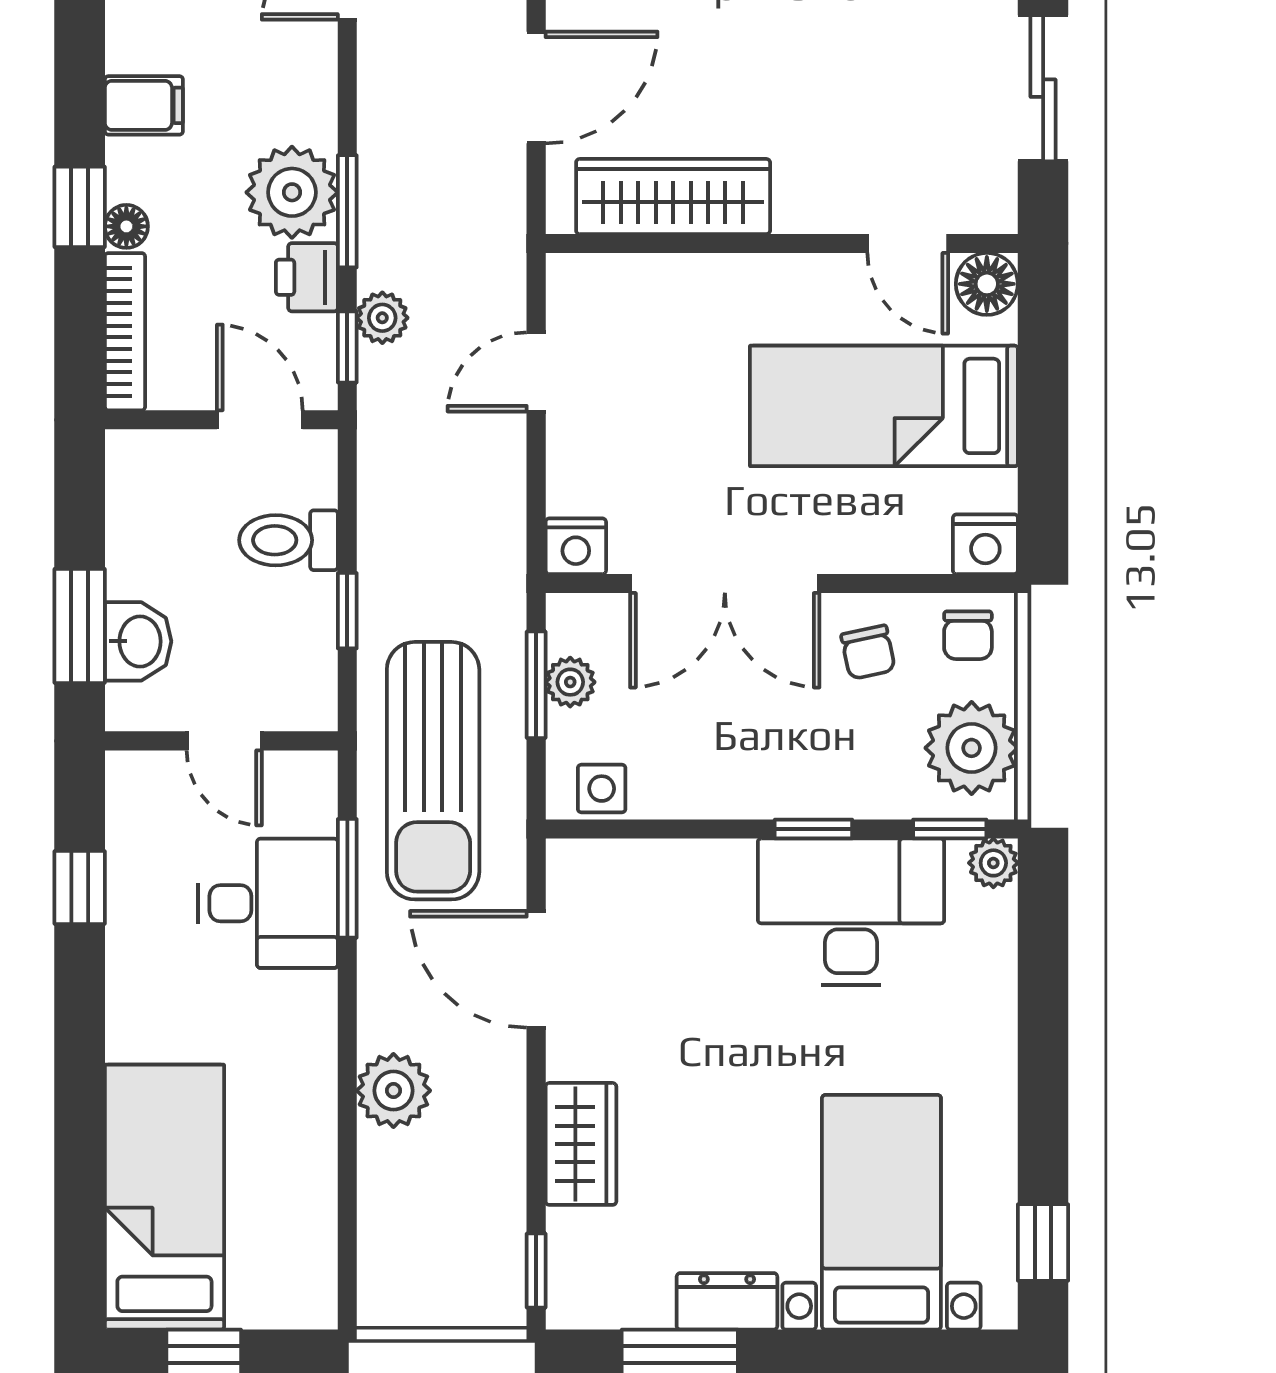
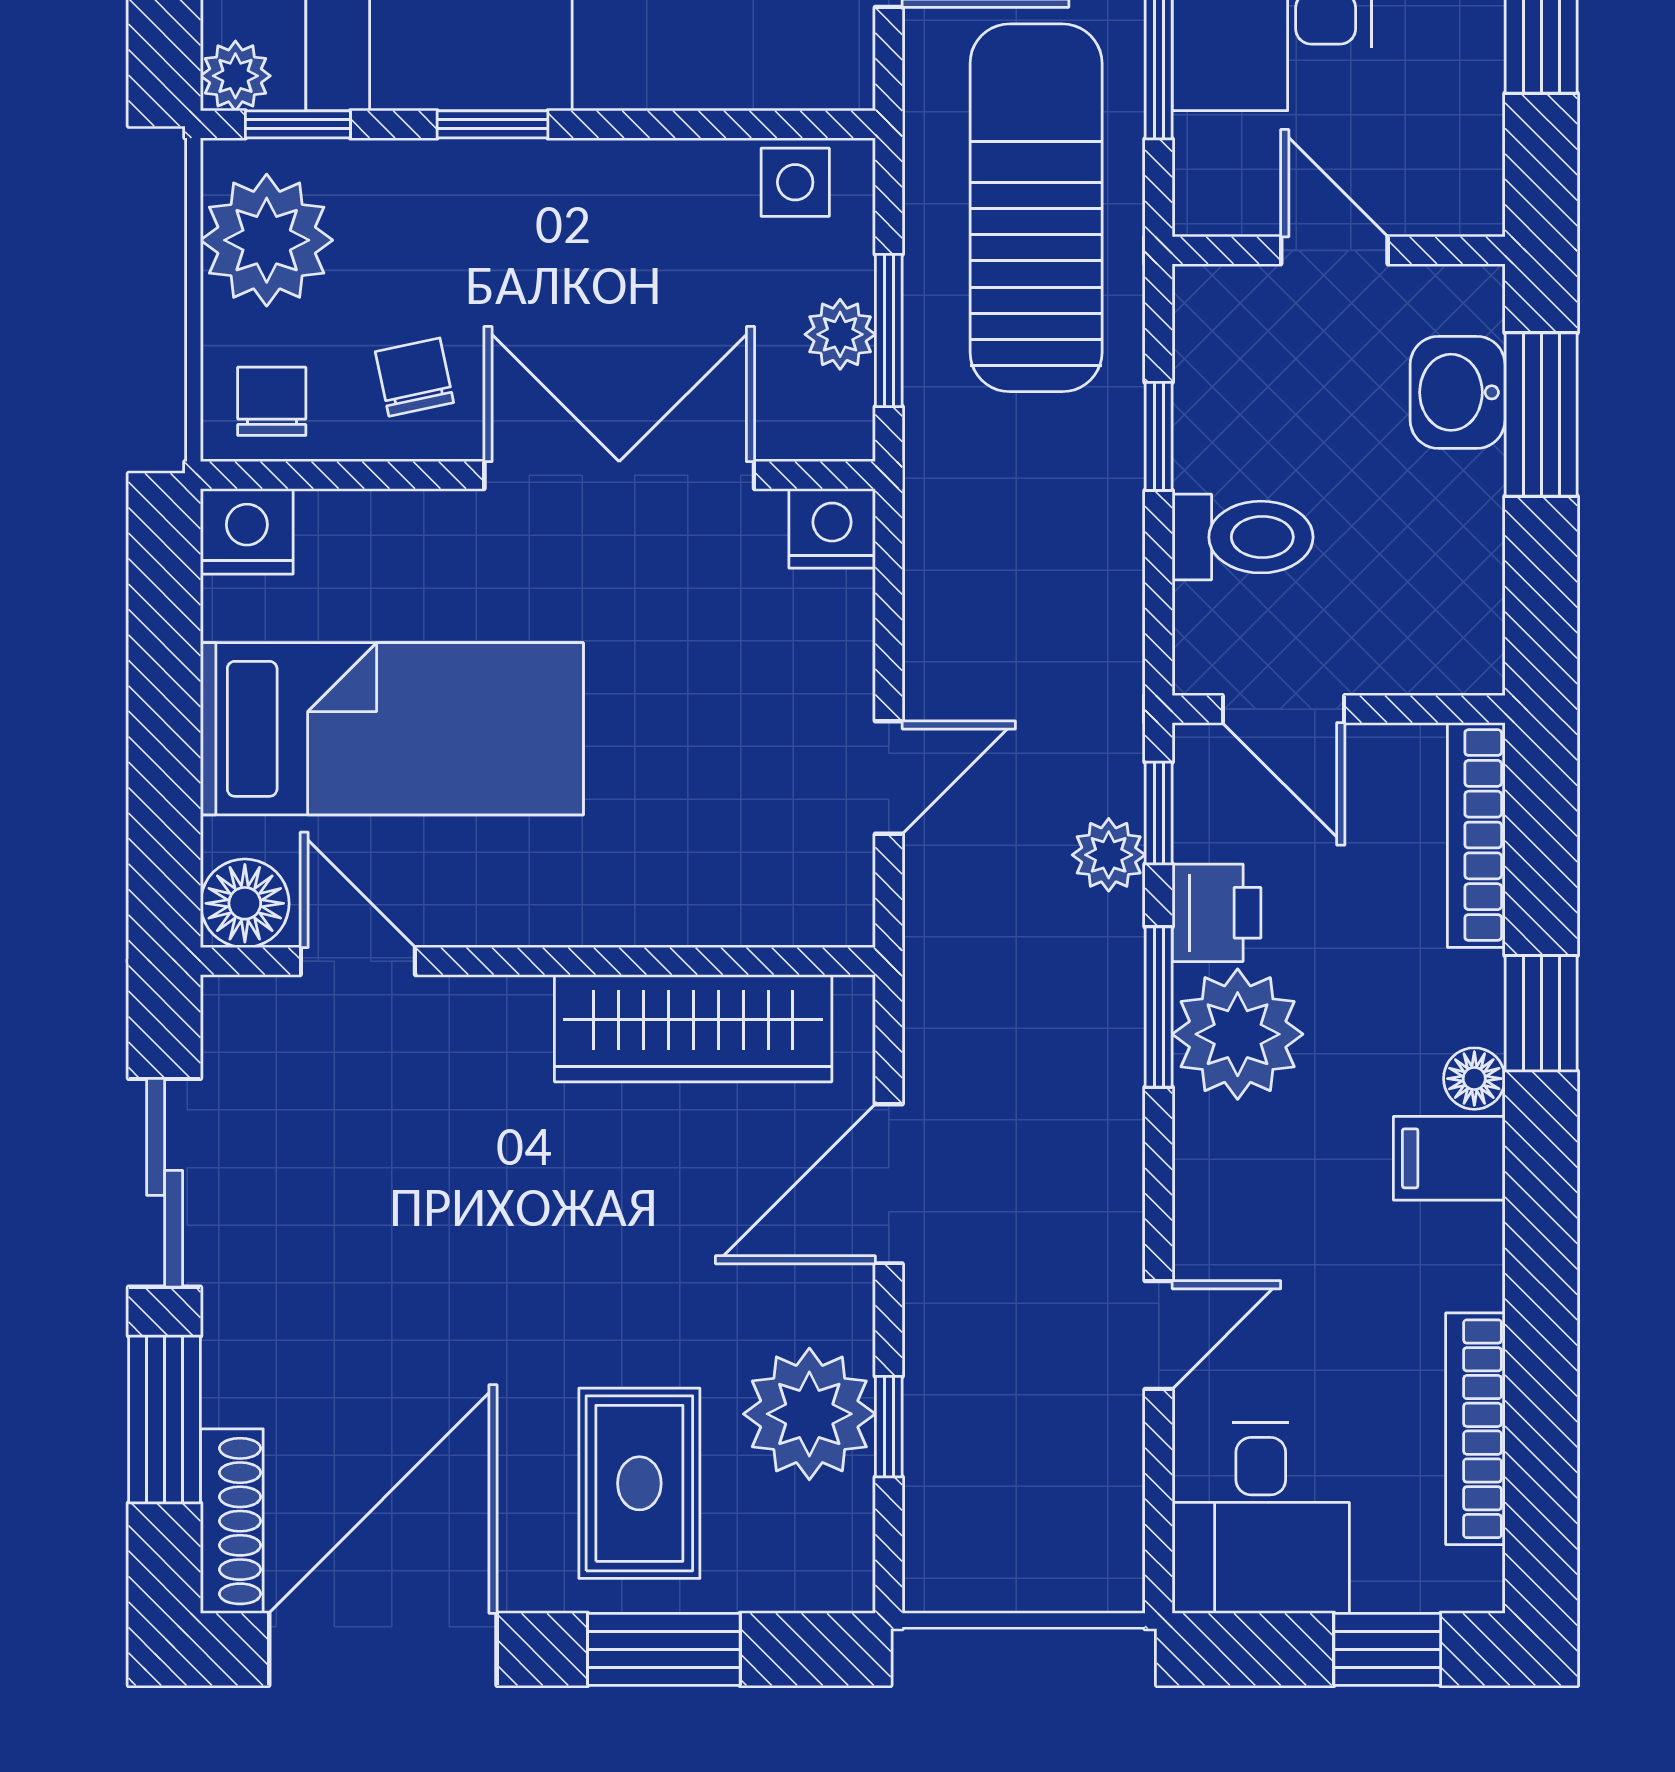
floor lamp: (126, 226) -> (1474, 1079), moved

